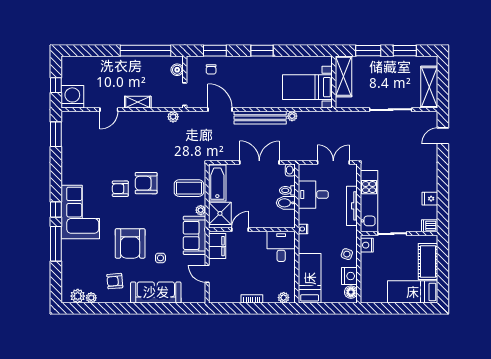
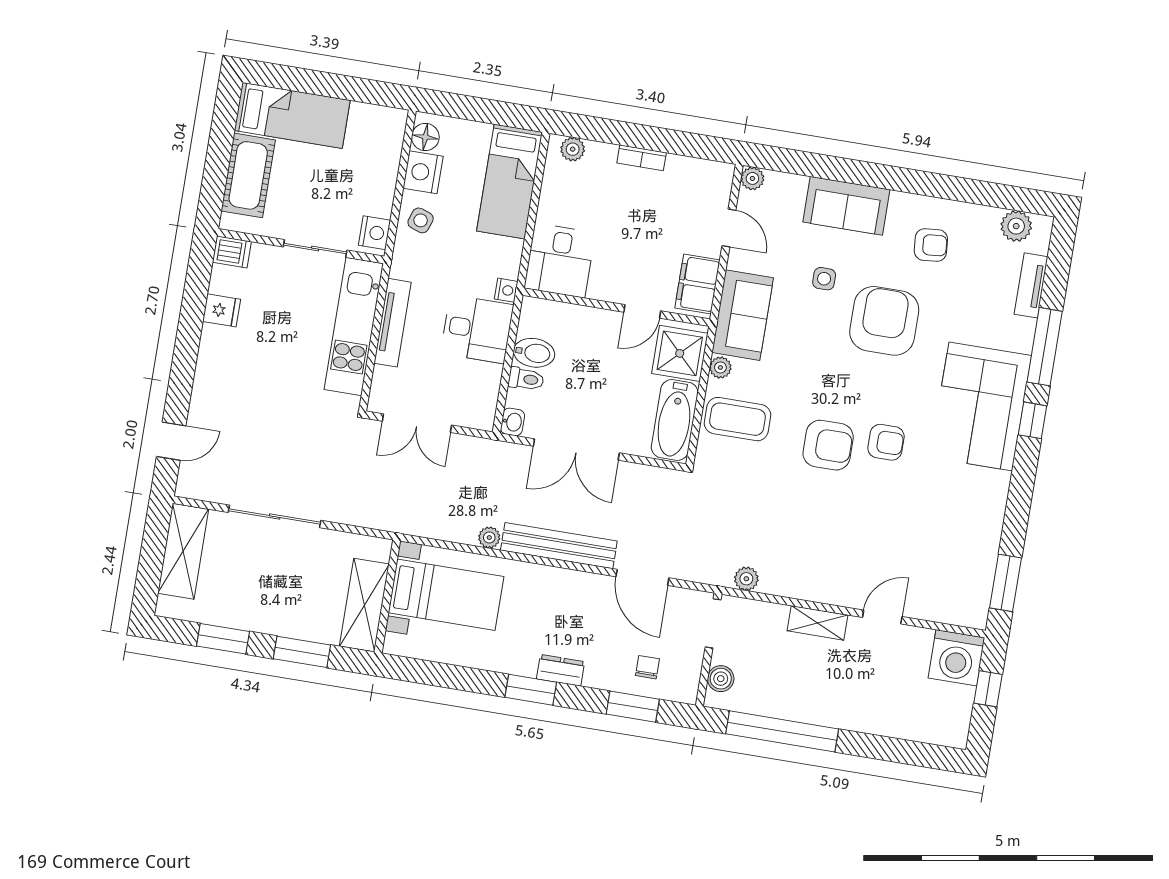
dresser: (250, 62) -> (561, 670), added
desk: (313, 195) -> (477, 329), moved
tv unit: (67, 270) -> (1031, 285), added
sofa: (156, 292) -> (846, 206), width x0.73
plant: (91, 298) -> (752, 178), moved

